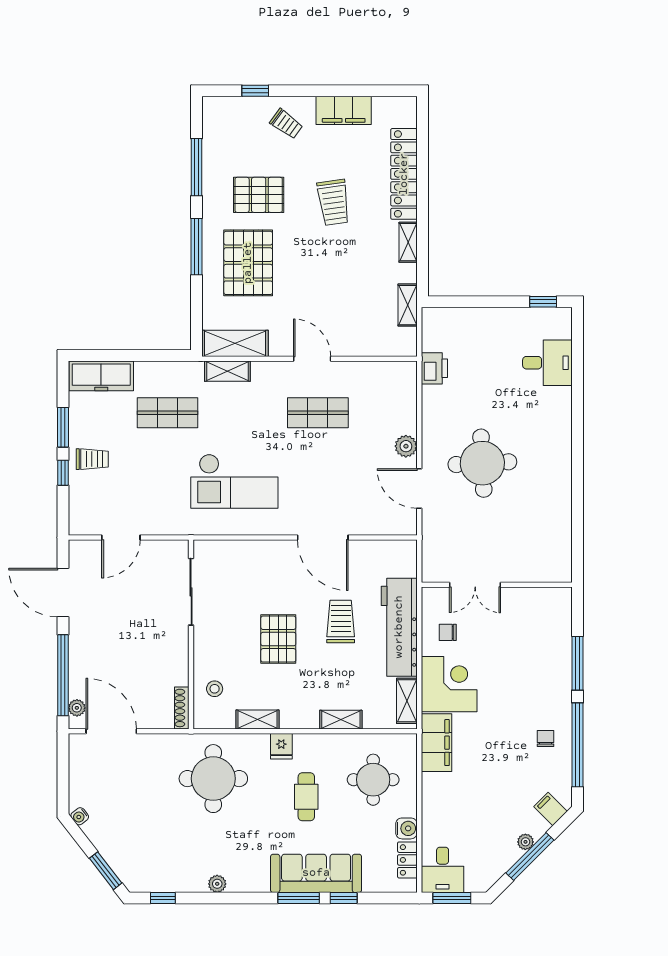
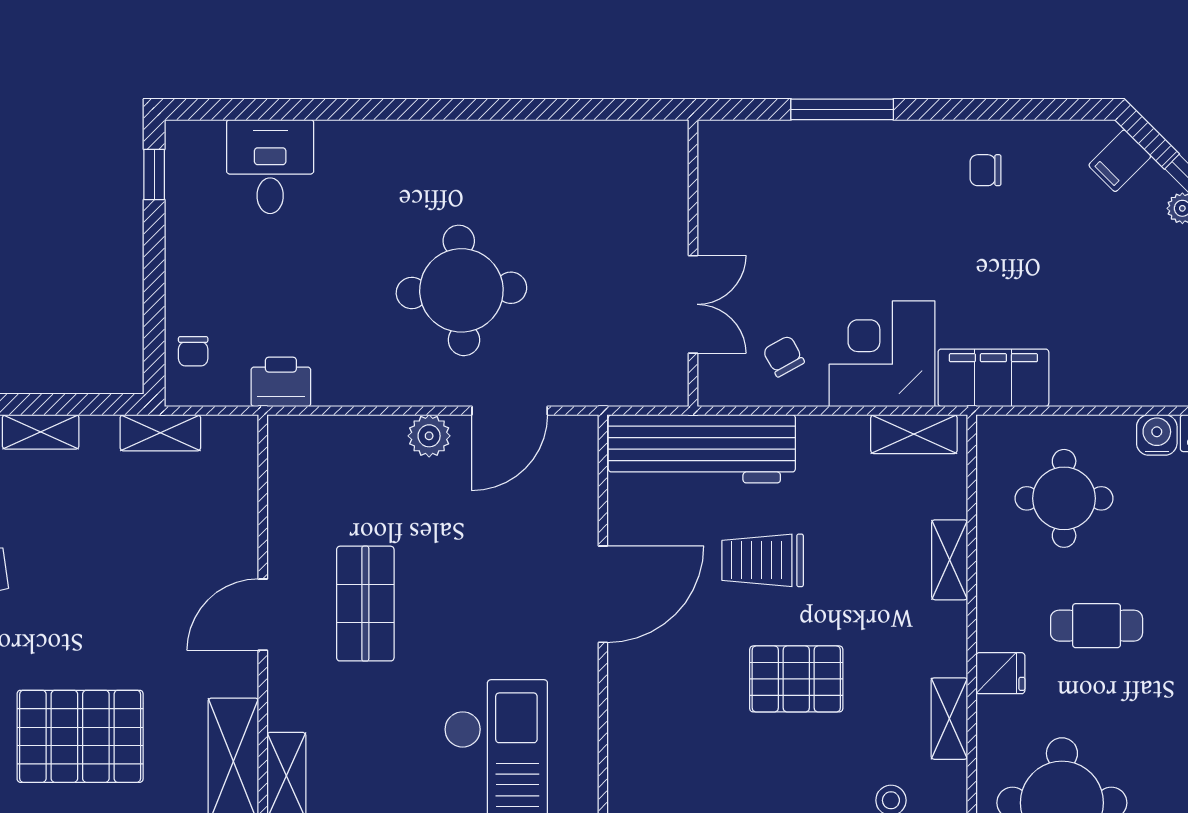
chair: (450, 322) -> (193, 351), added
workbench: (399, 627) -> (702, 449), moved
chair: (448, 632) -> (784, 356), turned 151
window: (577, 745) -> (998, 109), removed

